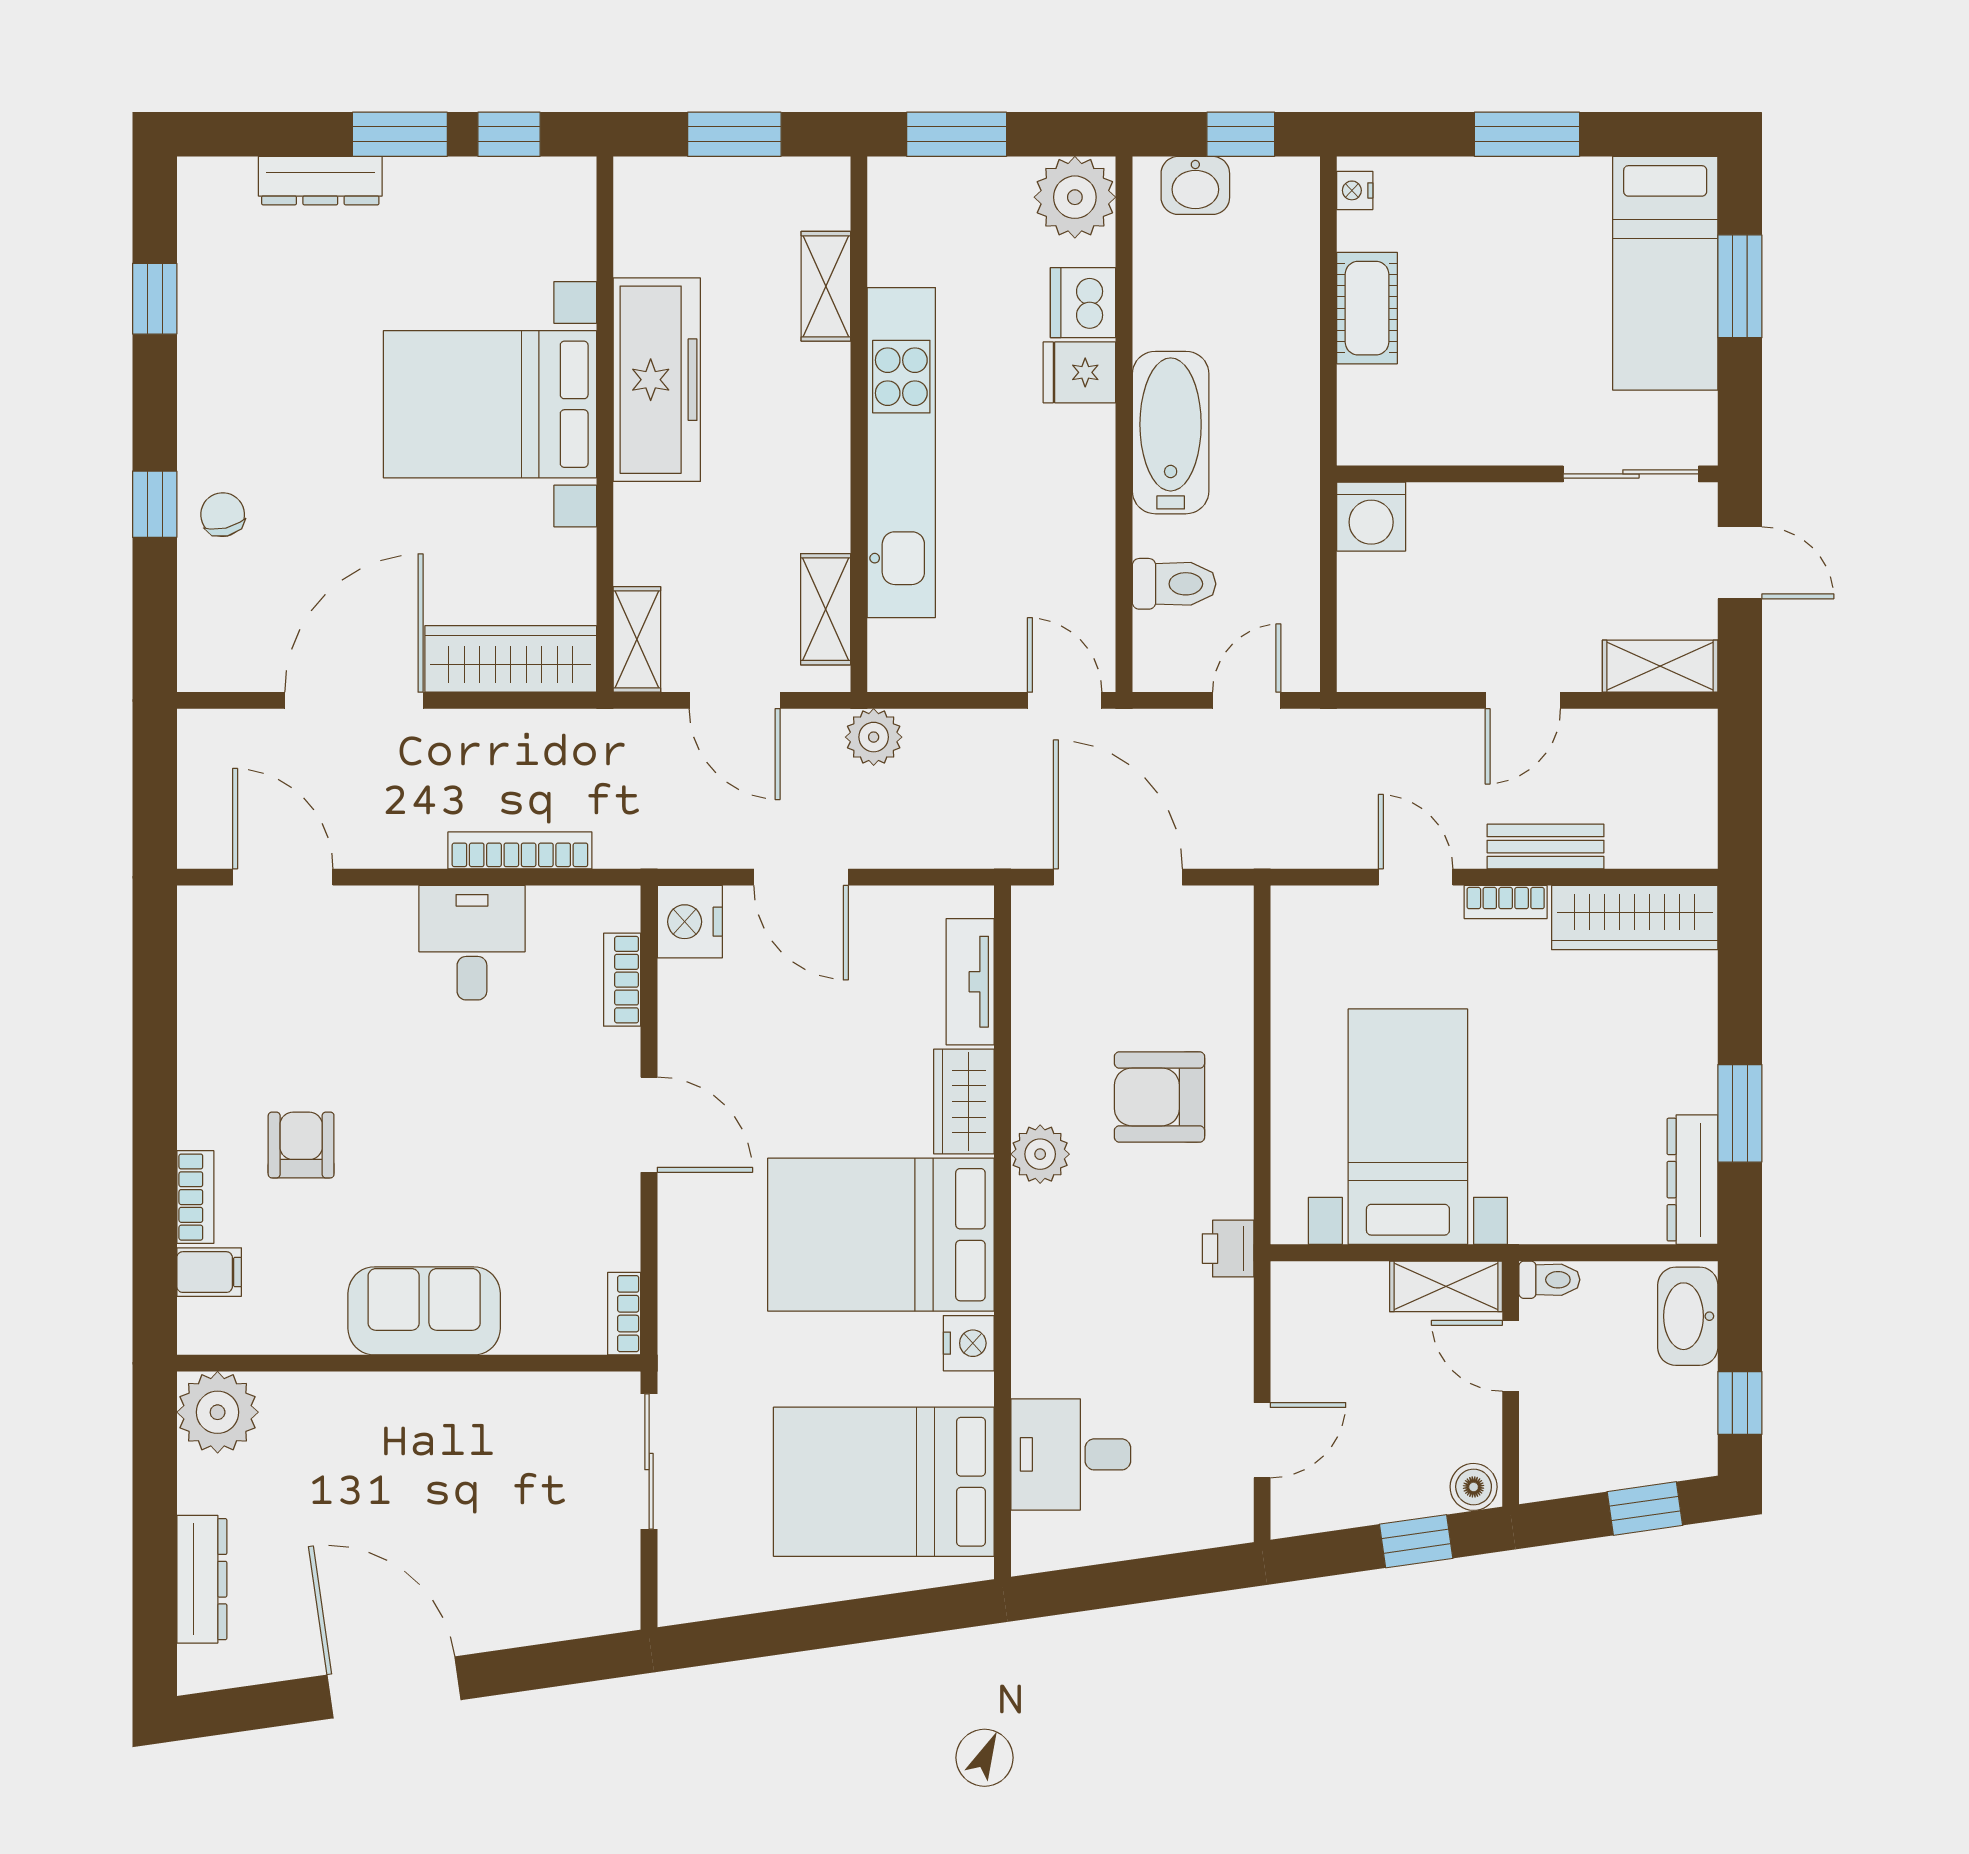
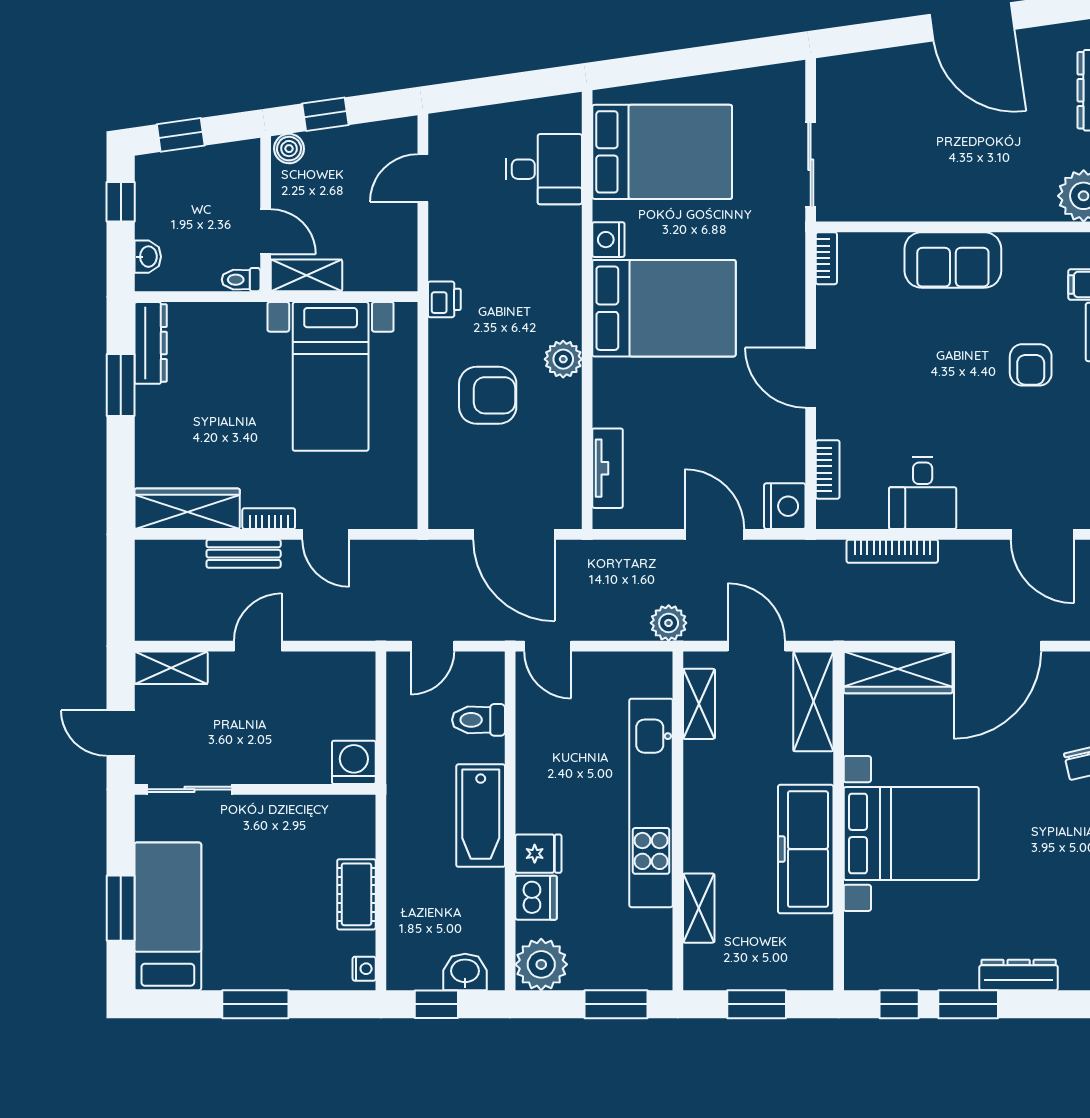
shelving: (637, 639) -> (813, 701), width x1.50, depth x1.33
wardrobe: (964, 1101) -> (611, 392), removed
washbasin: (1688, 1316) -> (148, 257), width x0.52, depth x0.69

